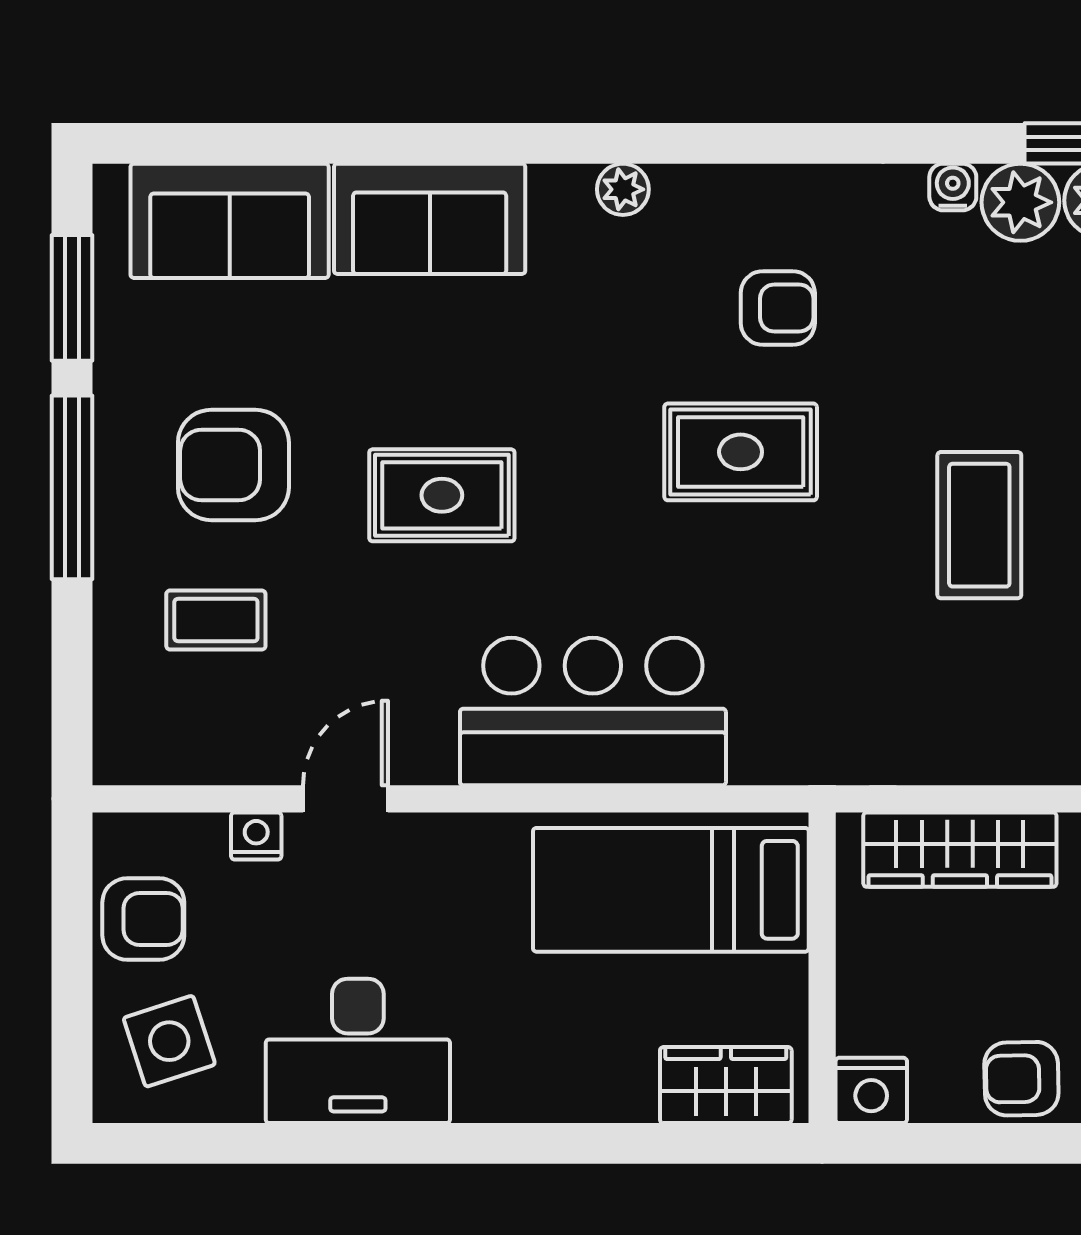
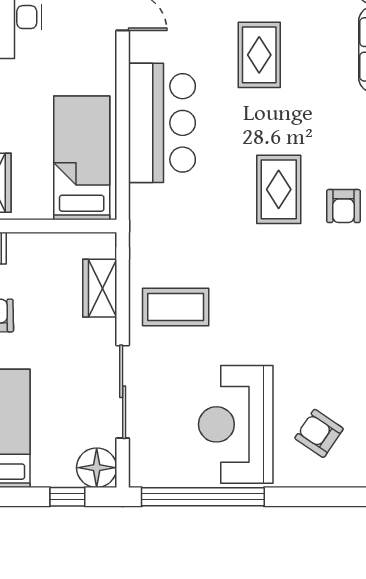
coffee table: (979, 525) -> (176, 307), moved
wardrobe: (960, 850) -> (100, 288), width x0.67

